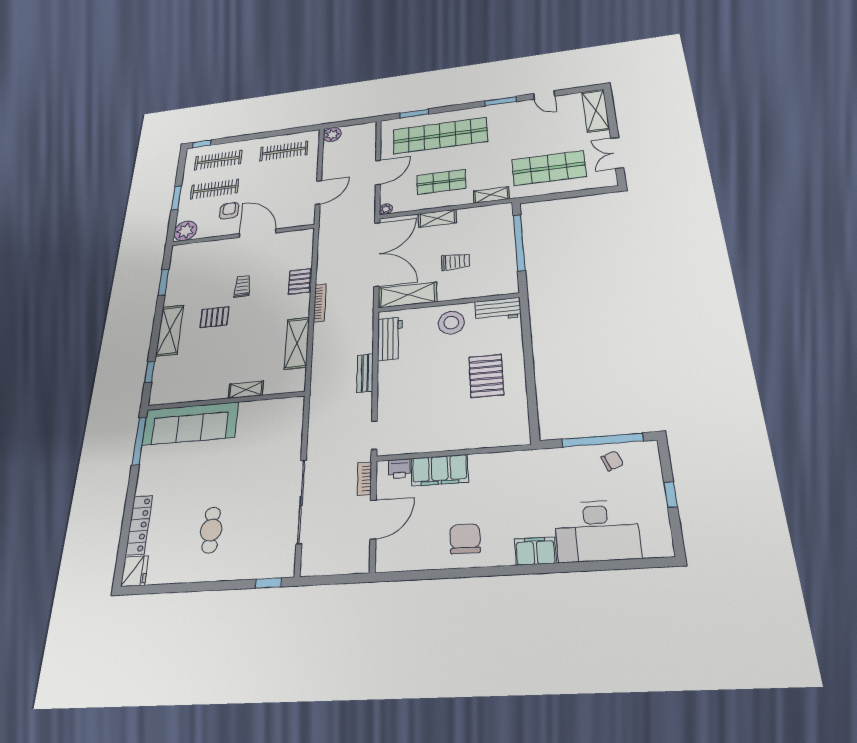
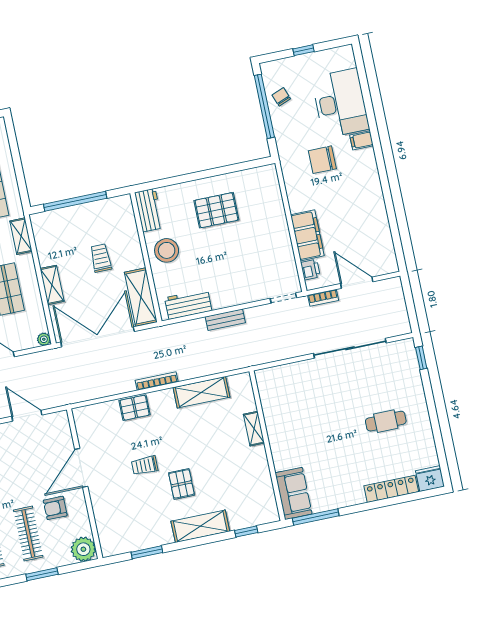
sofa: (190, 424) -> (294, 493), width x0.54, depth x0.79
chair: (465, 539) -> (322, 160), moved
filing cabinet: (535, 551) -> (361, 140), width x0.50

